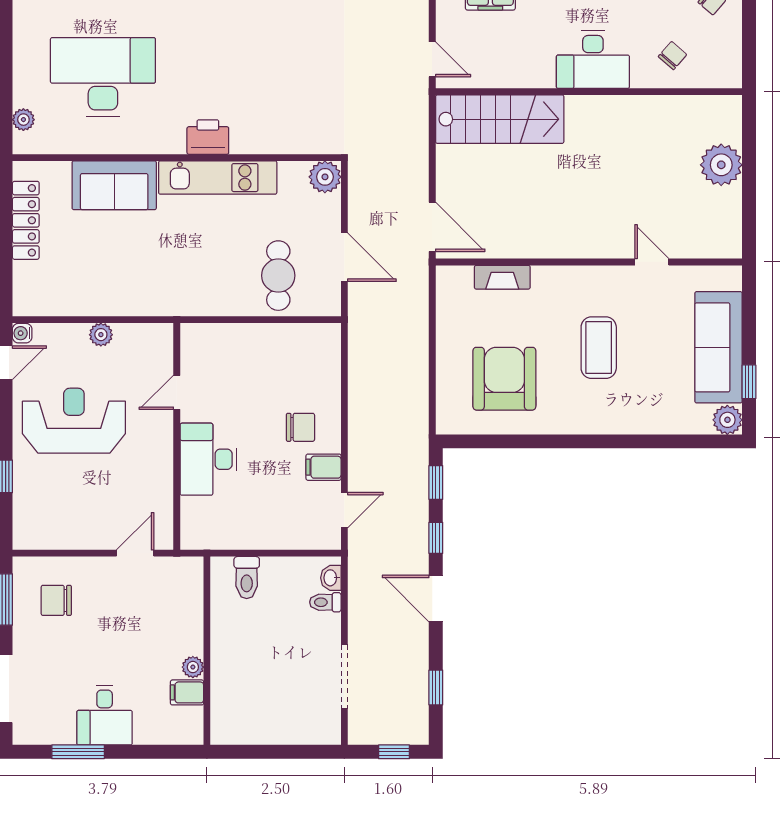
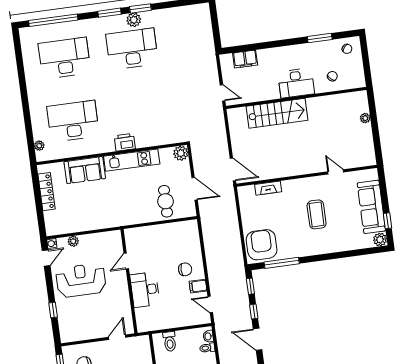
stairs: (500, 119) -> (277, 113), moved
plant: (721, 165) -> (365, 118), width x0.53, depth x0.53
plant: (101, 335) -> (73, 241), moved
armchair: (504, 379) -> (262, 245), moved
window: (510, 441) -> (282, 263), added
door: (344, 510) -> (210, 305), swing flipped

